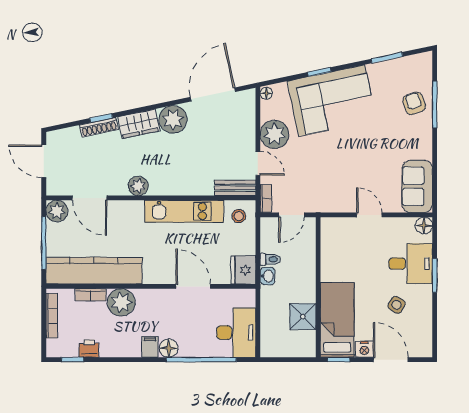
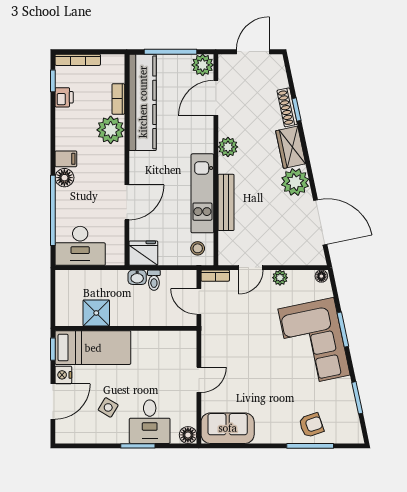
window: (319, 72) -> (343, 330), width x1.50
plant: (274, 134) -> (280, 278), width x0.53, depth x0.53
bench: (235, 188) -> (226, 202), moved, width x1.36
bookcase: (52, 316) -> (78, 60), moved

